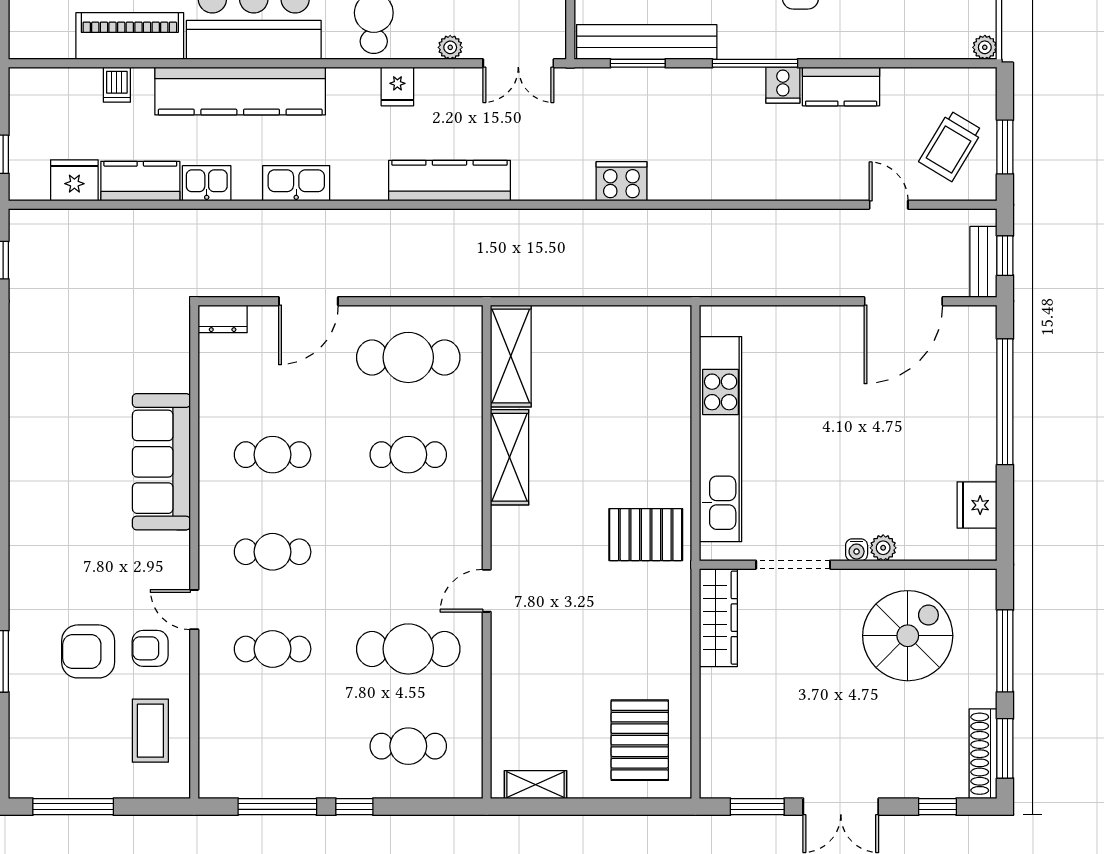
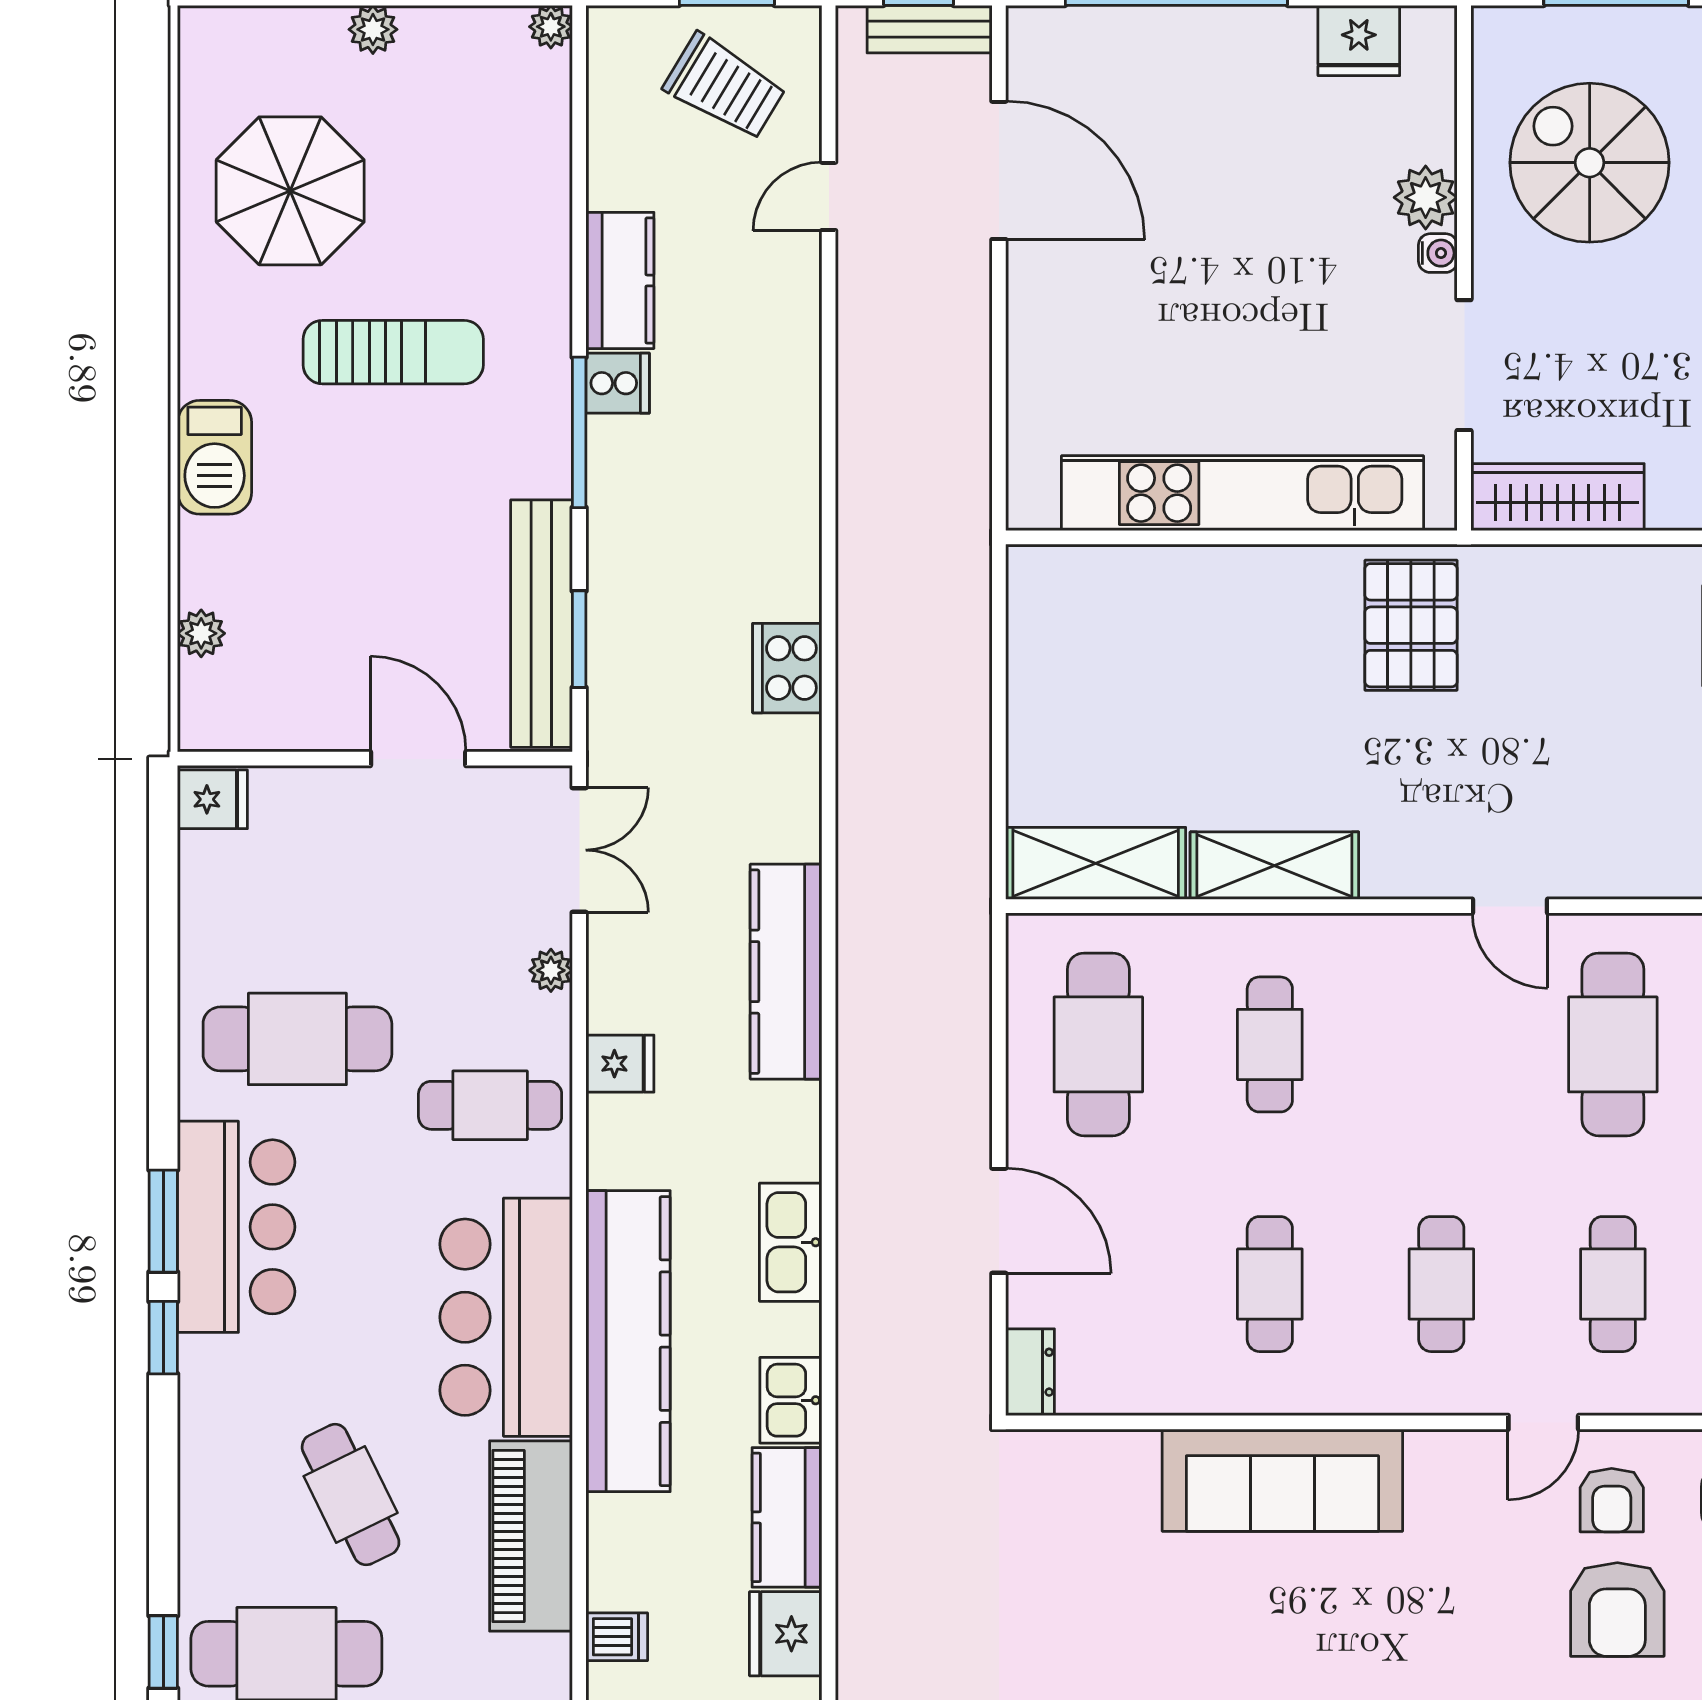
dishwasher: (117, 85) -> (617, 1637), moved
plant: (883, 548) -> (1426, 197), width x1.38, depth x1.38

